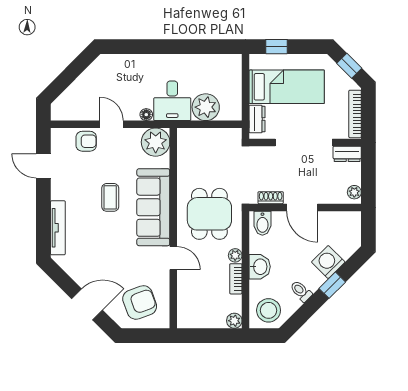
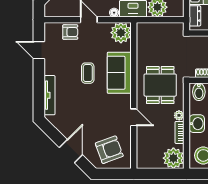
sofa: (153, 207) -> (119, 73), width x0.73
door: (87, 304) -> (71, 151), hinge flipped
plant: (234, 321) -> (173, 158), width x1.88, depth x1.88

